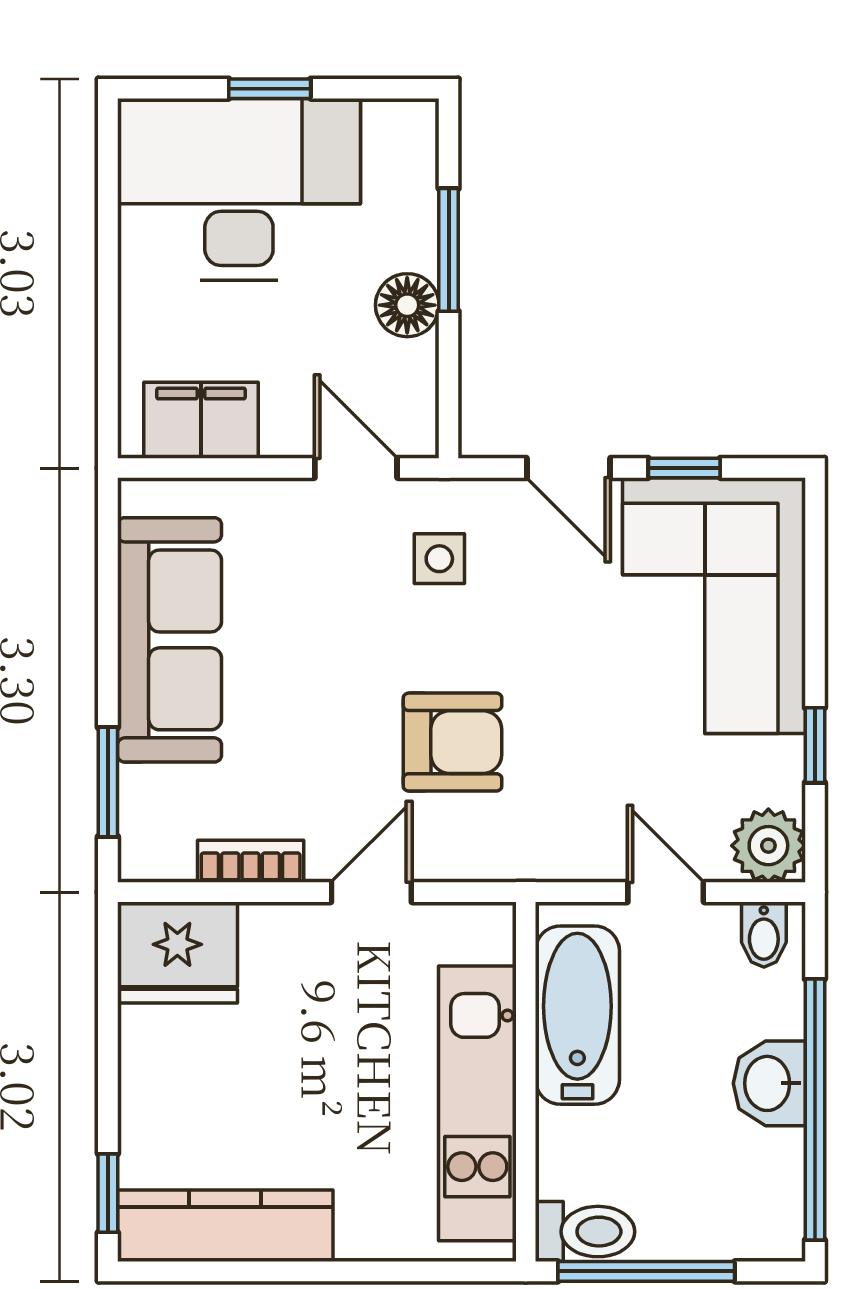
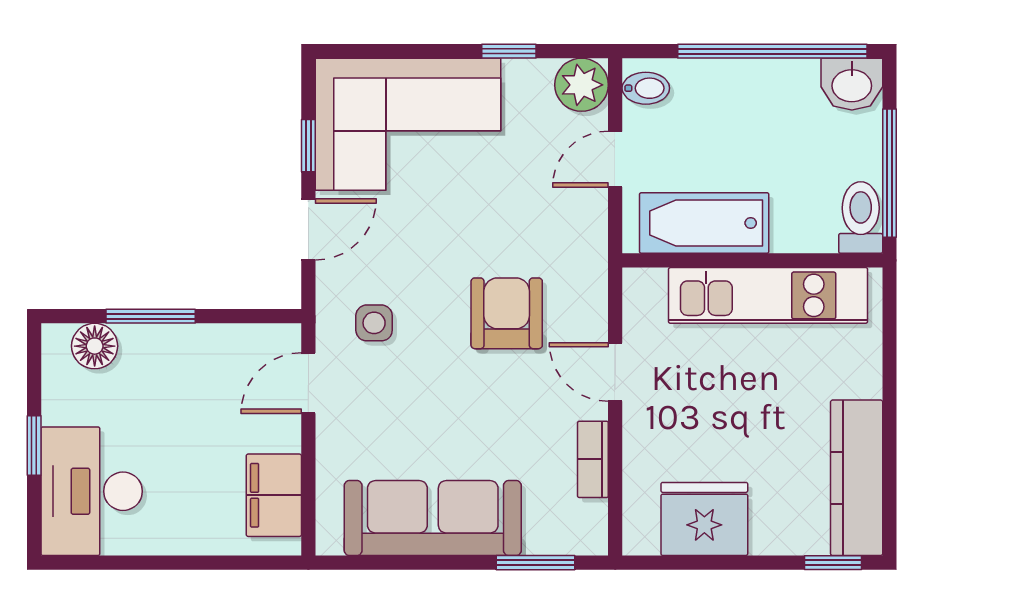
desk: (239, 189) -> (92, 491), width x0.73, depth x0.77
floor lamp: (407, 305) -> (95, 346), moved
fridge: (177, 952) -> (704, 519), moved, turned -90
washbasin: (769, 1083) -> (852, 84), moved

